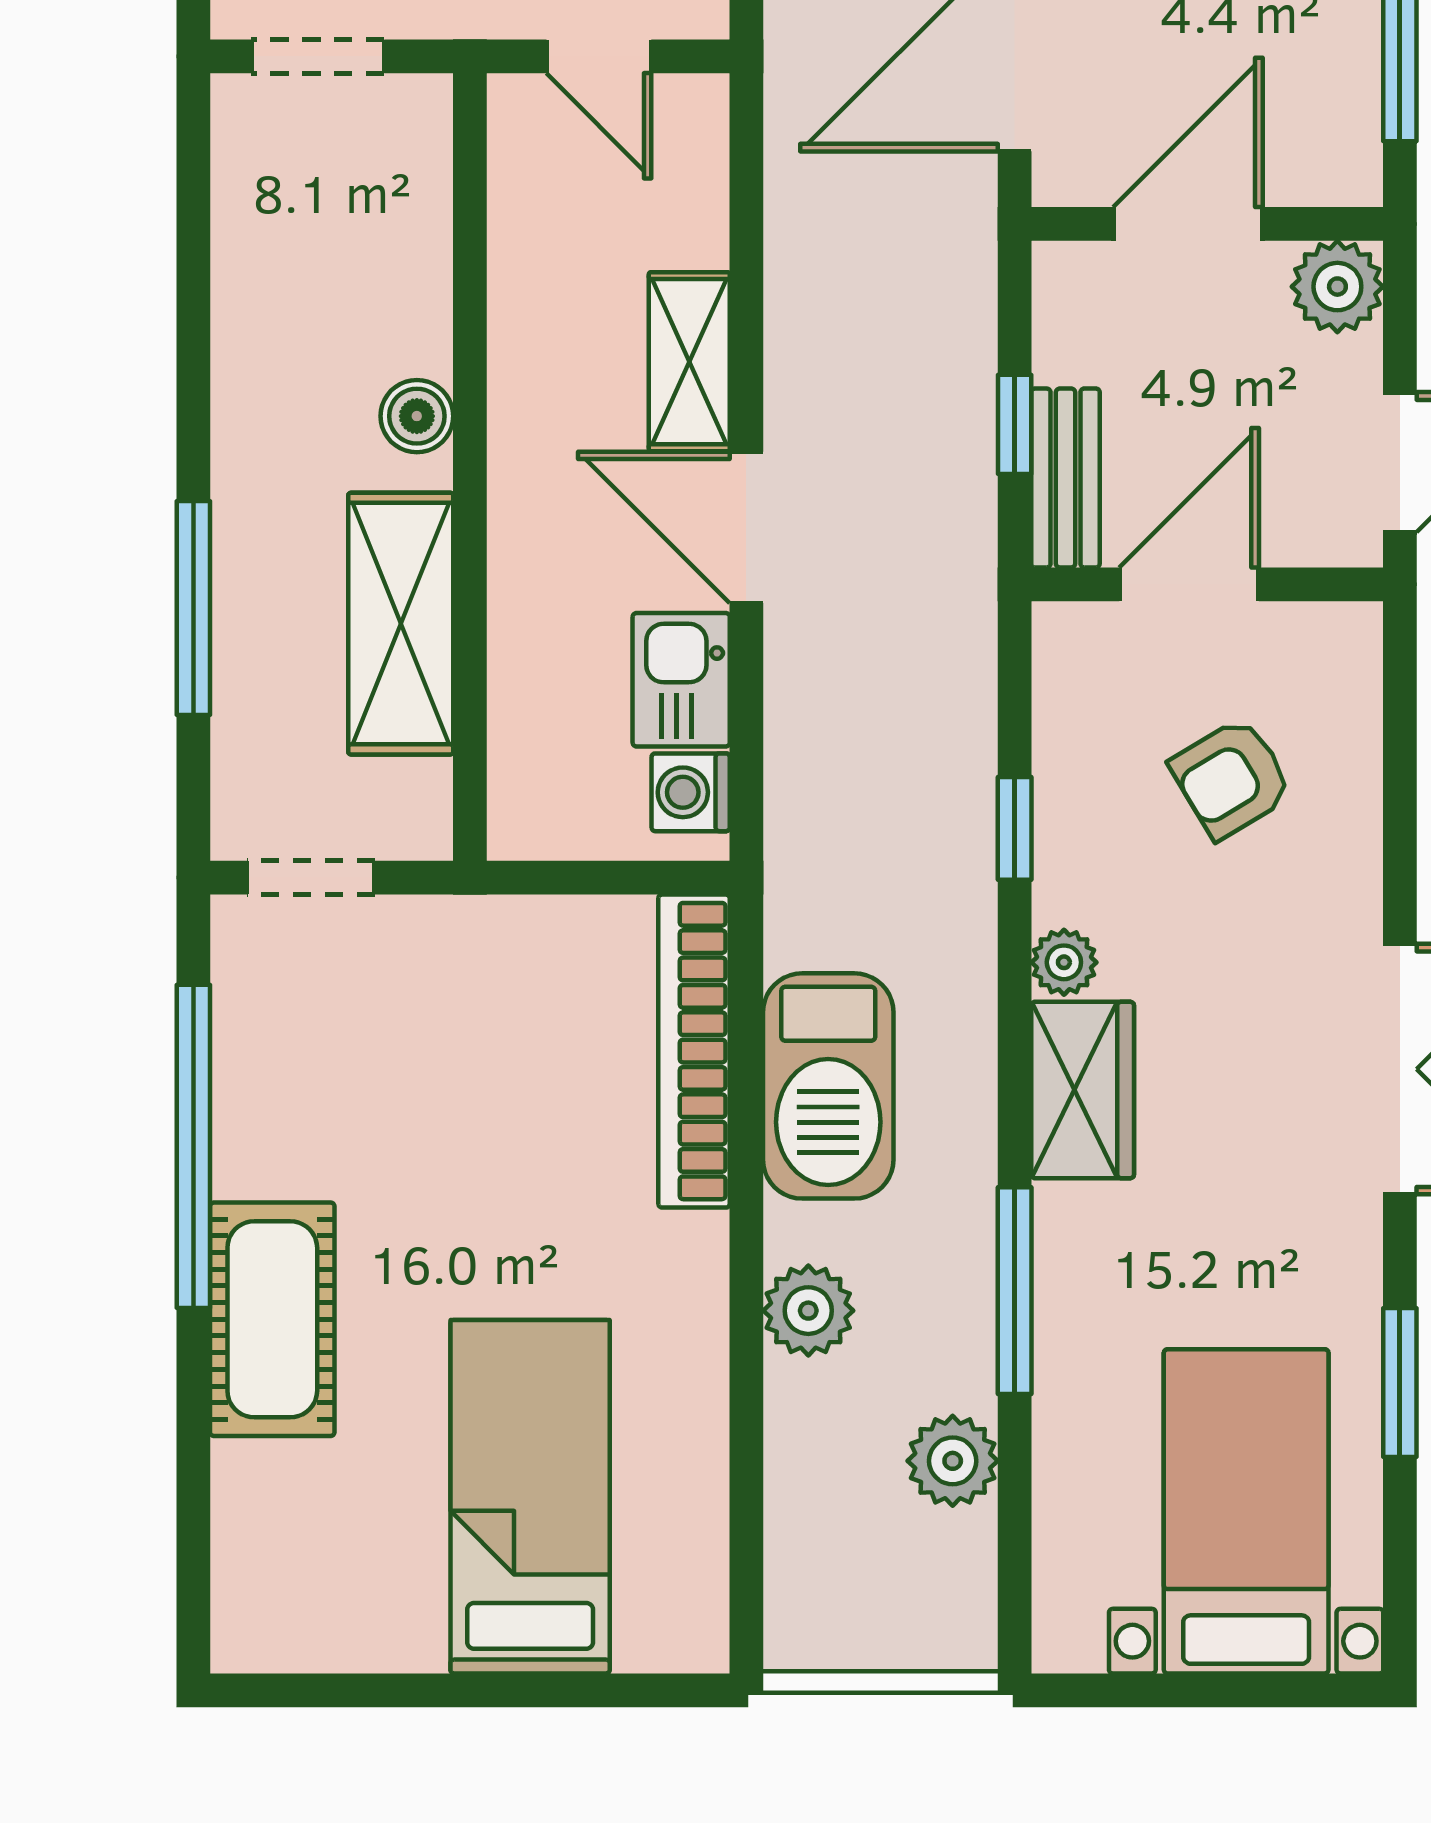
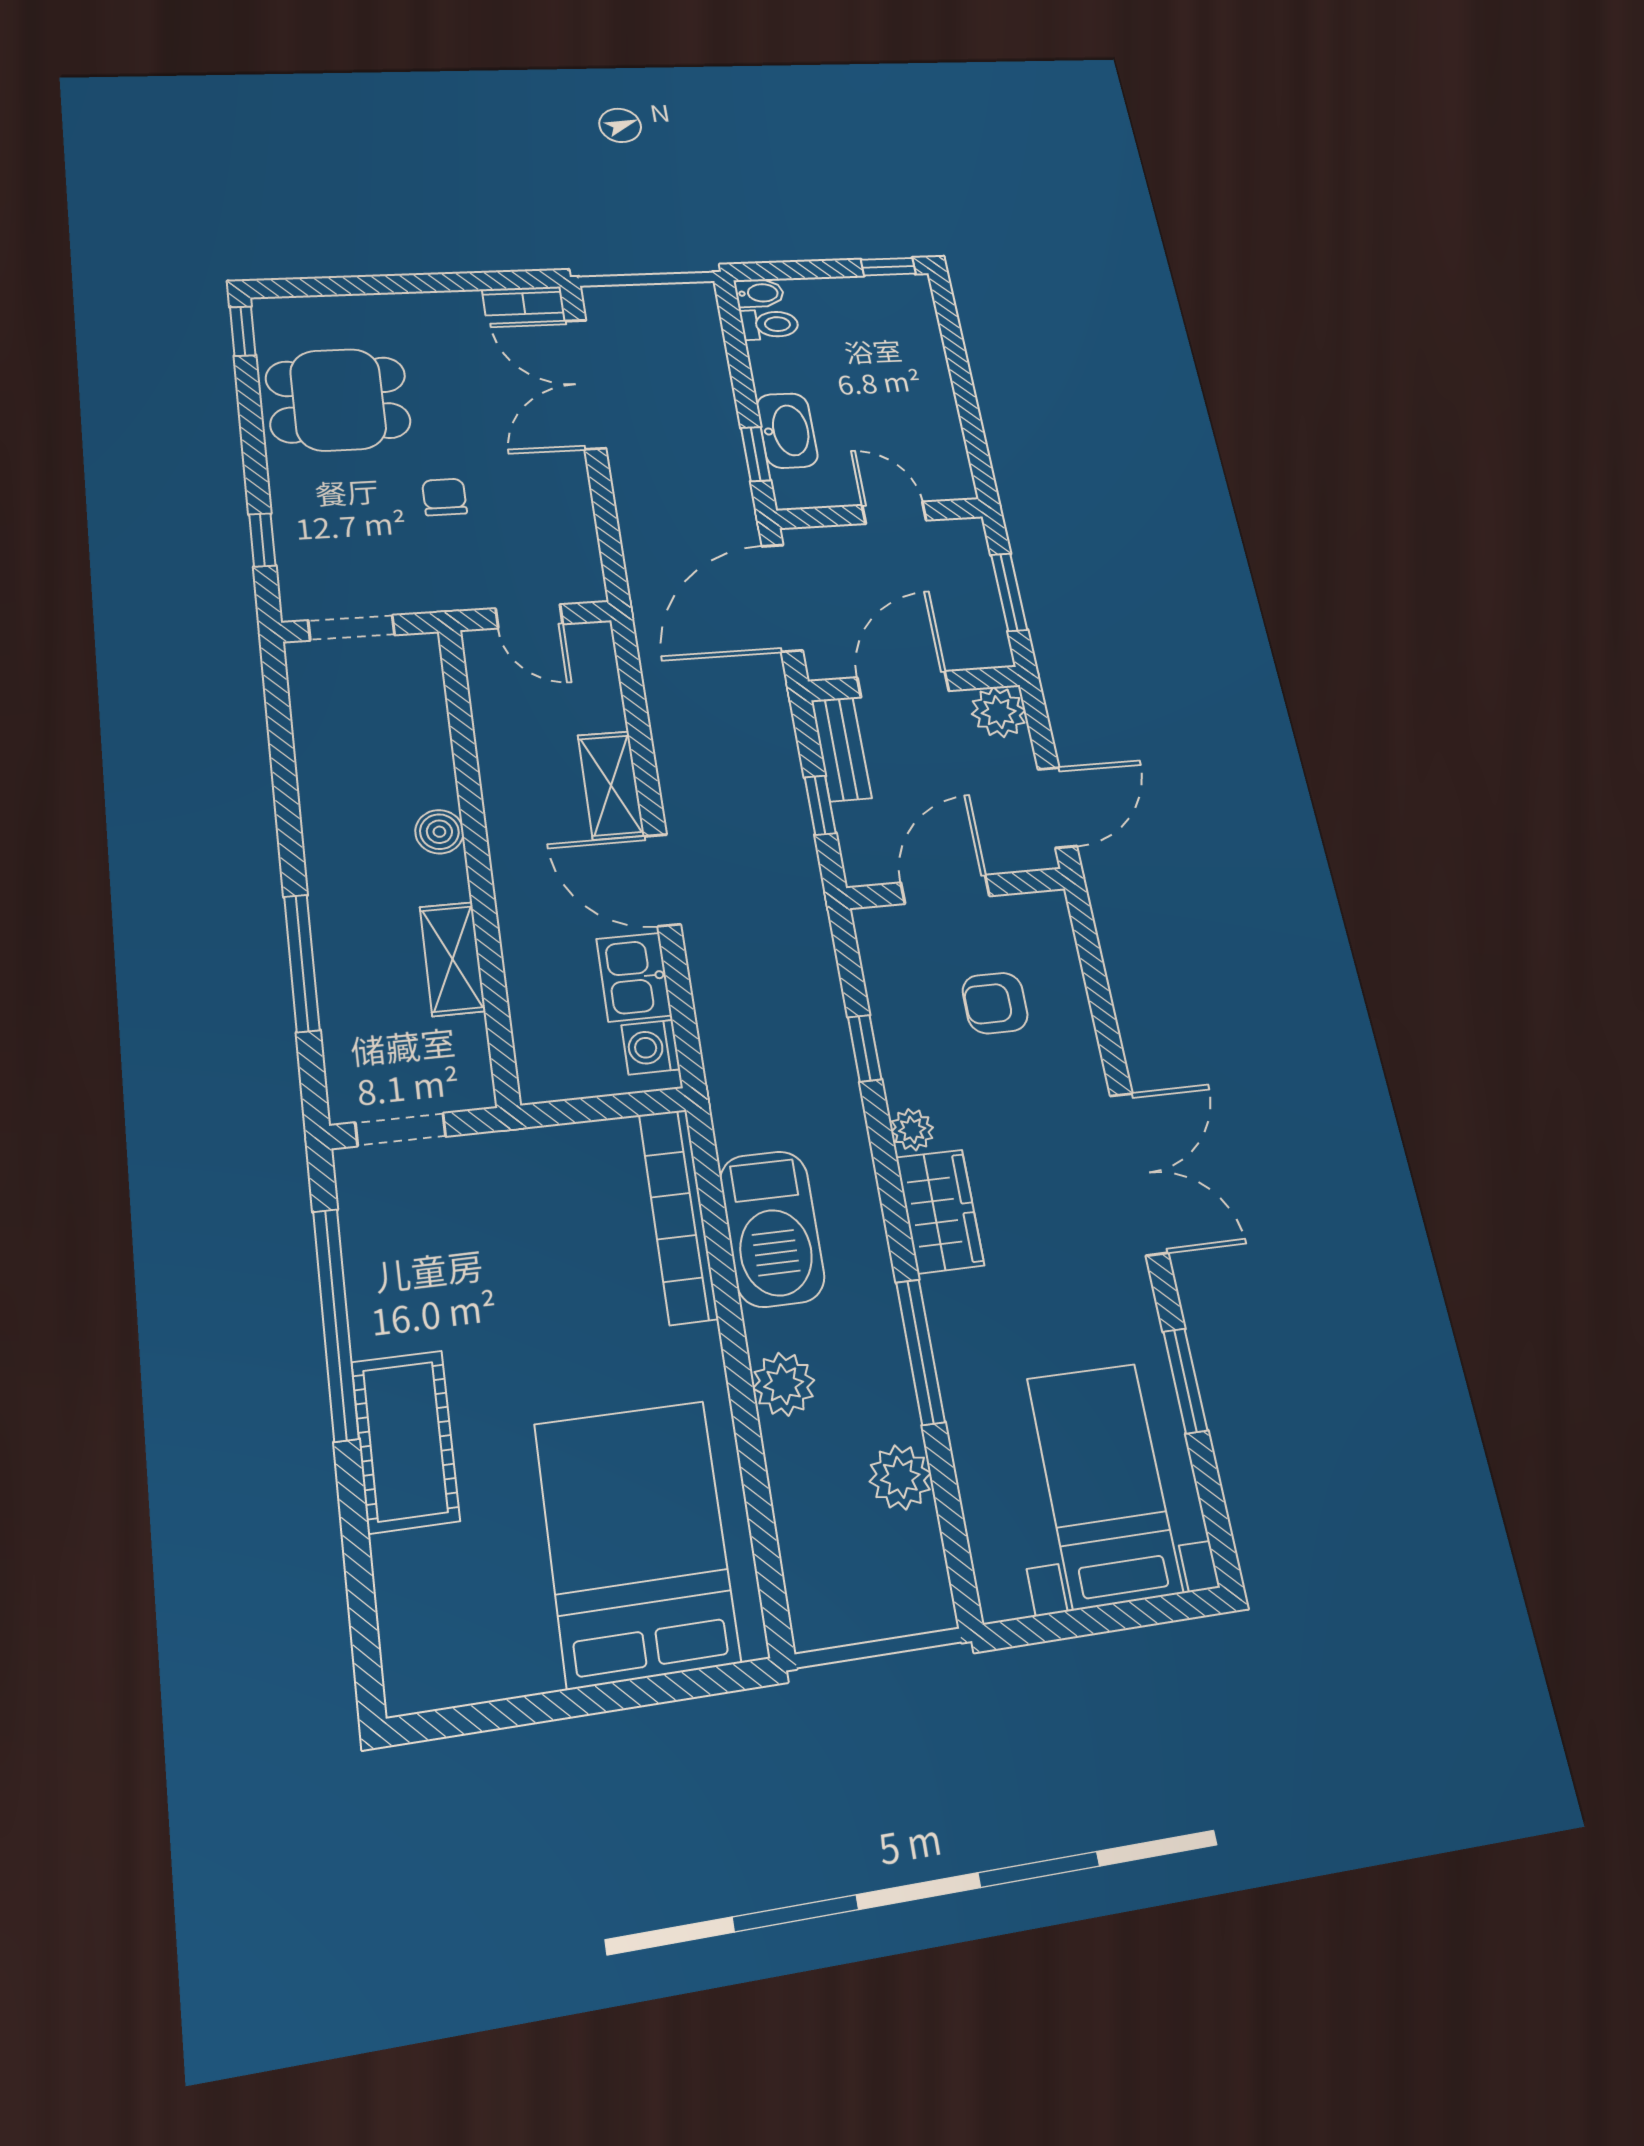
bench: (1065, 478) -> (841, 749), moved
shelving: (401, 624) -> (452, 959), width x0.67, depth x0.75
armchair: (1231, 778) -> (995, 1003), turned 31
bed: (530, 1497) -> (637, 1542), width x1.50

